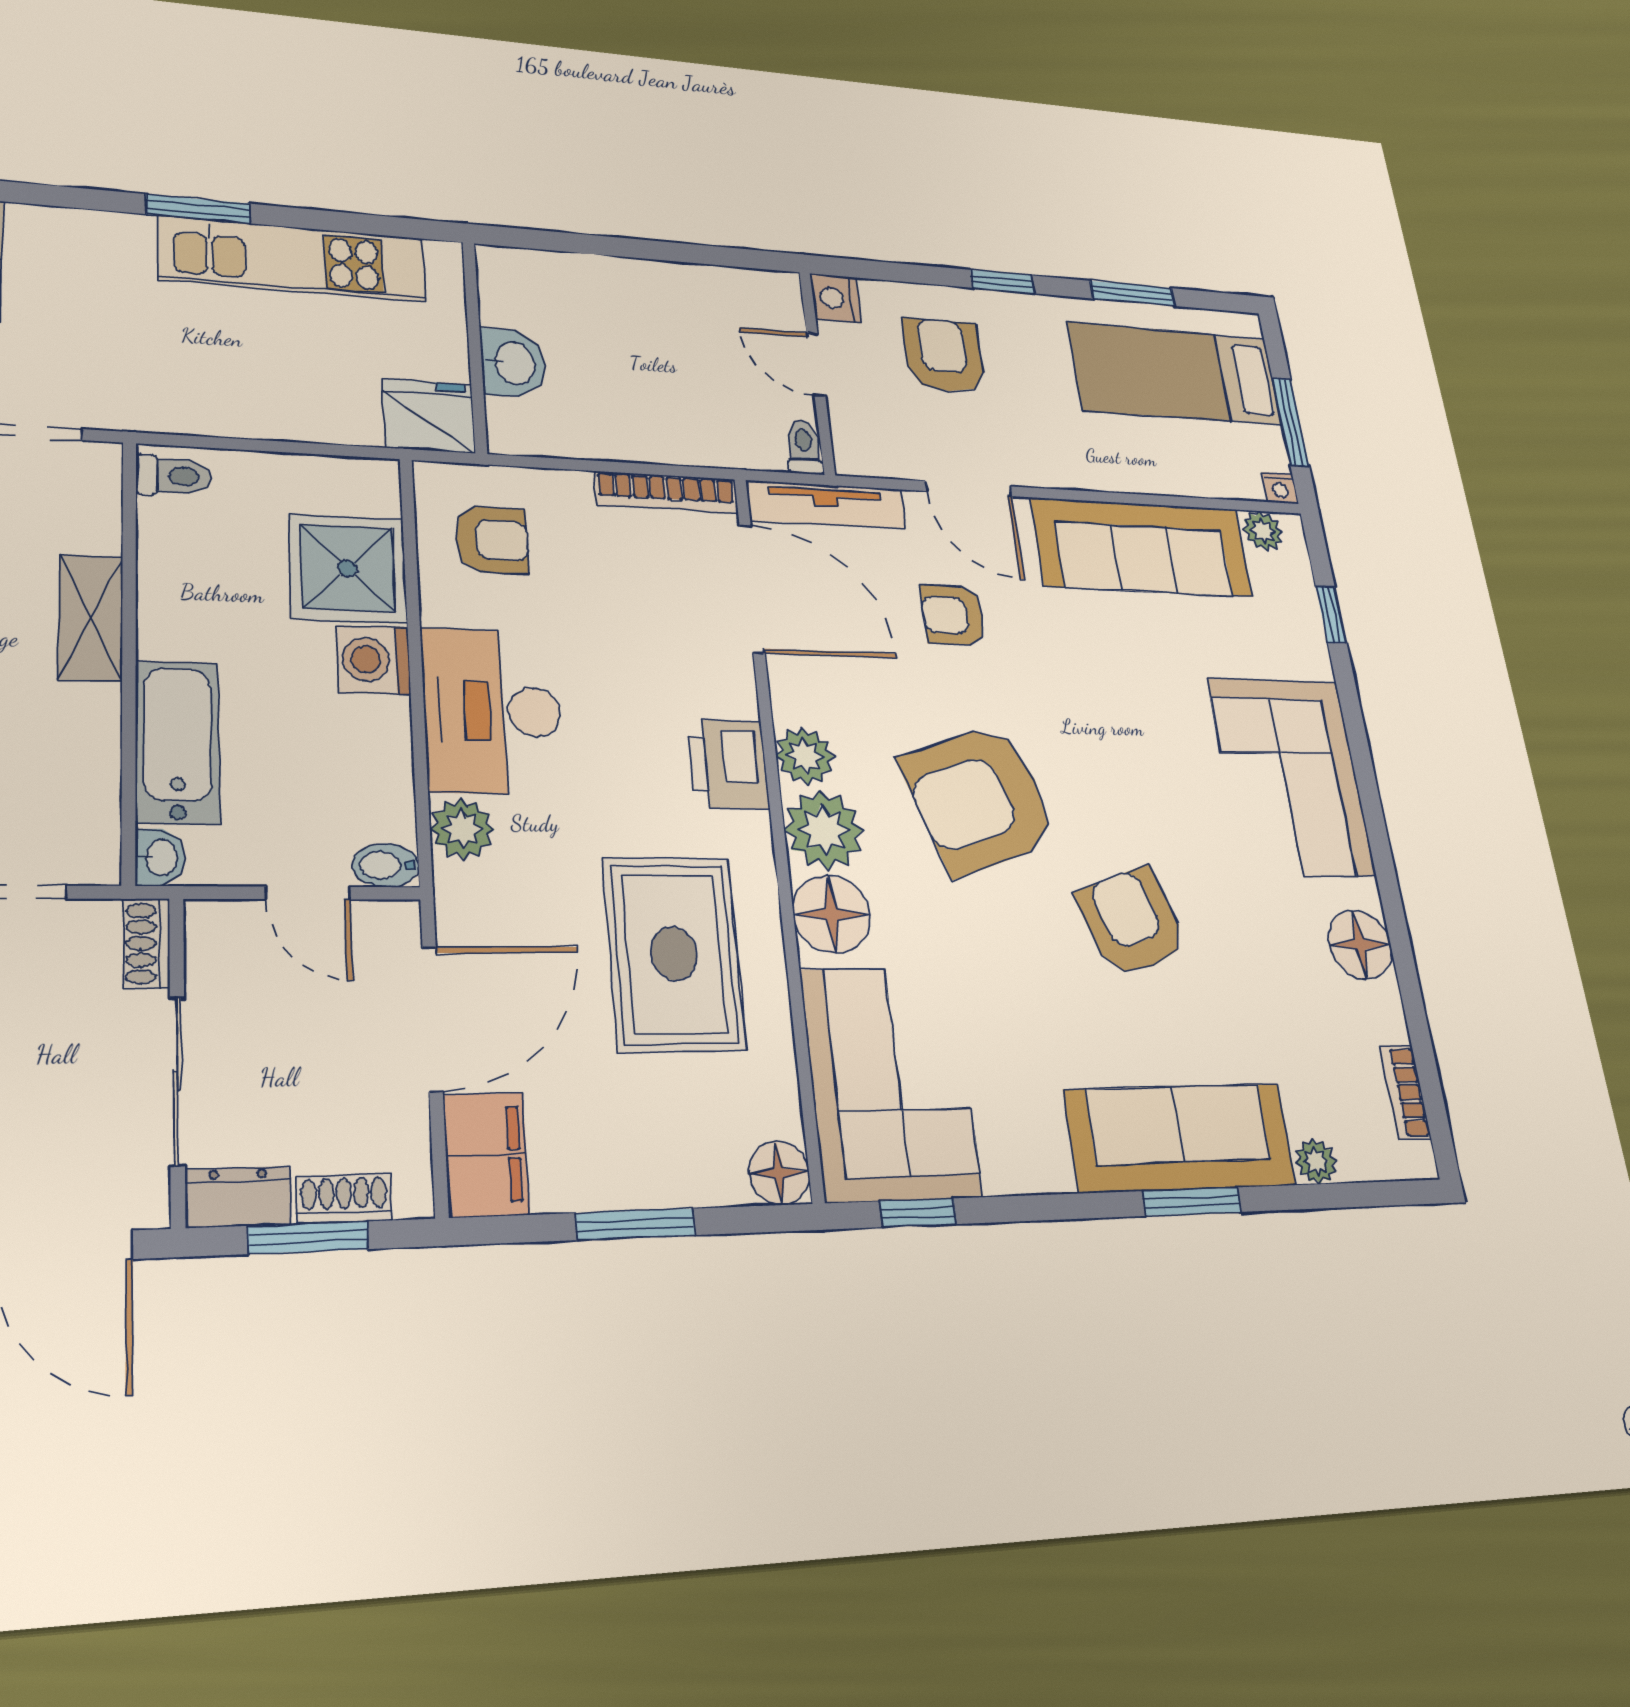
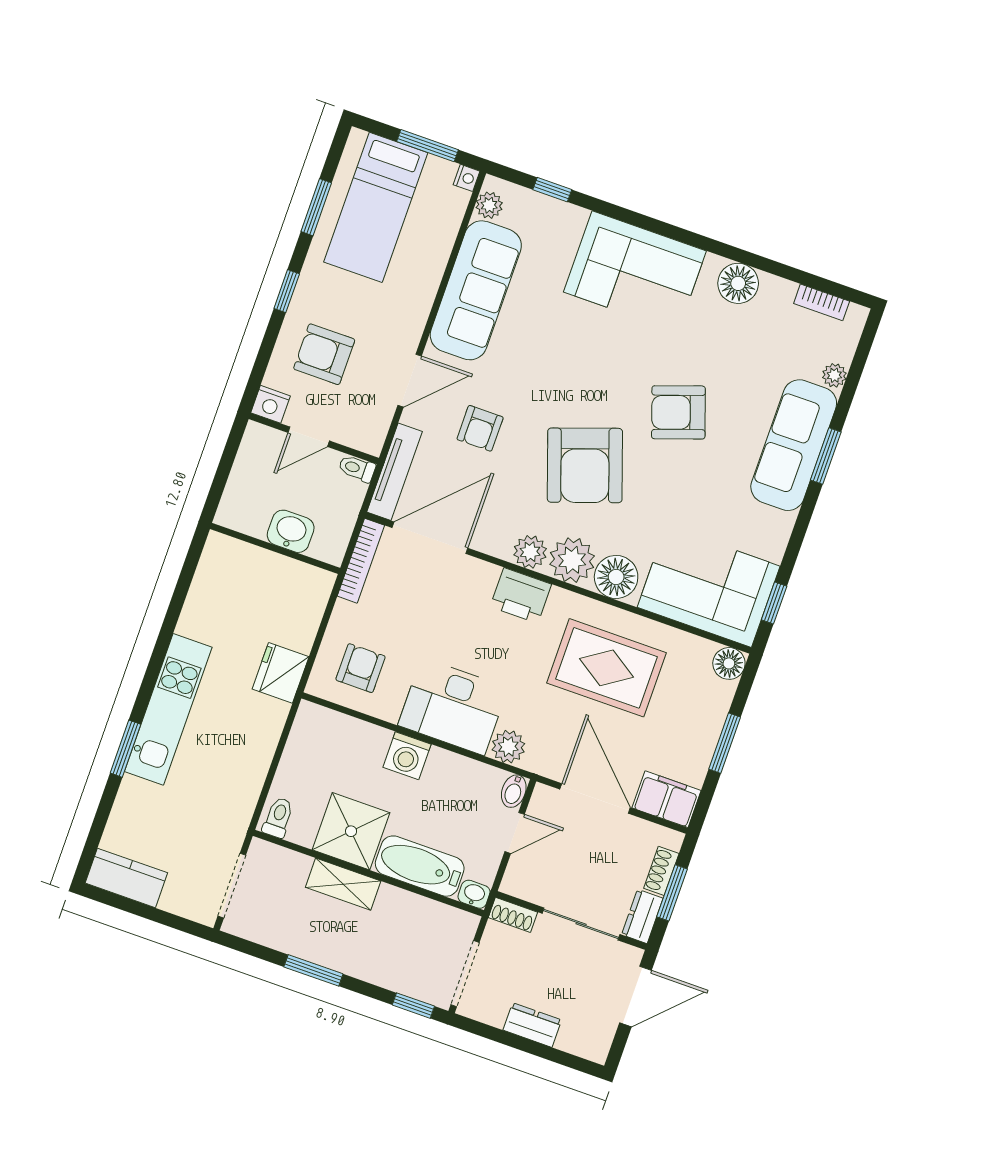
wall: (475, 346) -> (275, 548), moved
washbasin: (513, 363) -> (291, 531), moved
shower: (348, 568) -> (351, 831), moved

